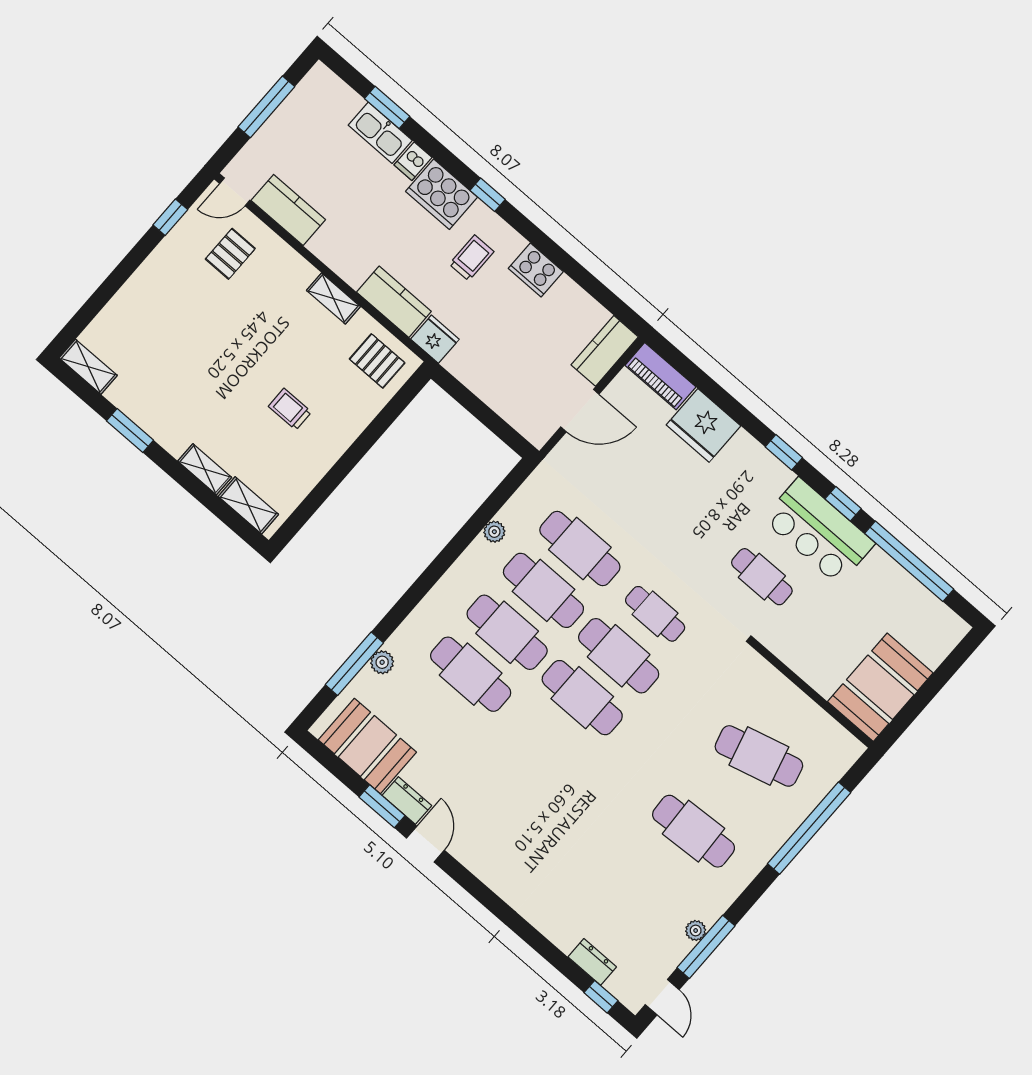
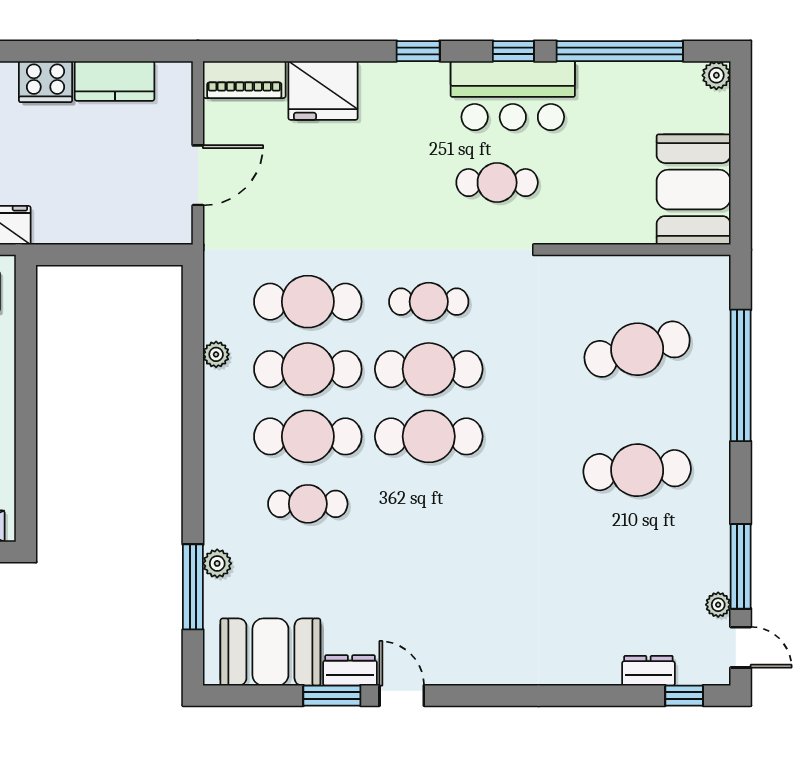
kitchen counter: (605, 351) -> (115, 81), moved, turned -90
plant: (956, 629) -> (716, 75), added
cafe table: (471, 674) -> (308, 504), width x0.73, depth x0.74
plant: (696, 930) -> (718, 605), moved

